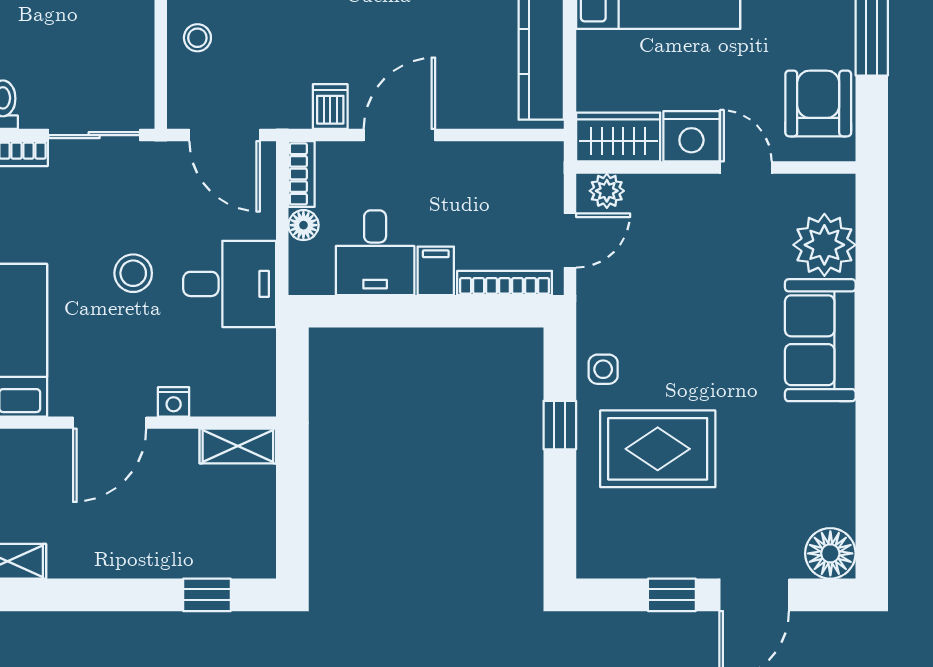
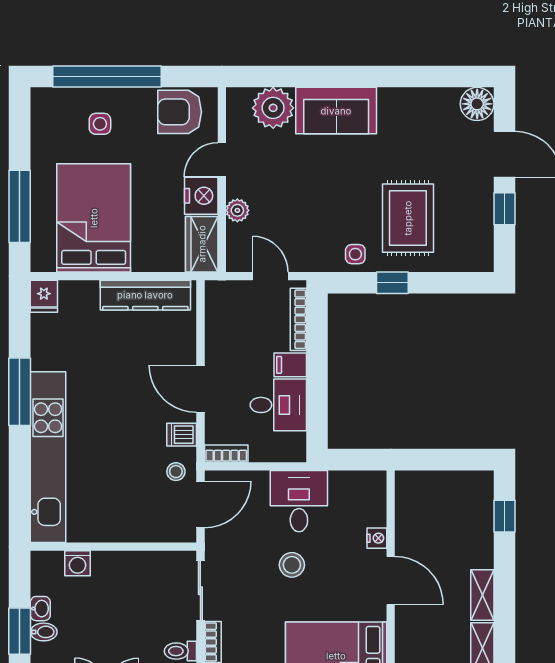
stool: (197, 38) -> (176, 472), moved
plant: (607, 191) -> (237, 210), moved
floor lamp: (303, 225) -> (260, 452), removed
shelving: (238, 446) -> (482, 595), moved

